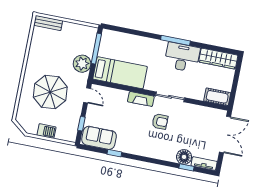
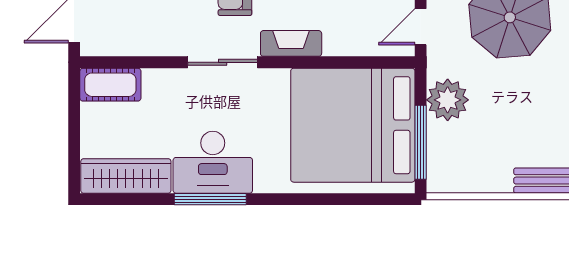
window: (175, 40) -> (210, 199), moved
bed: (120, 73) -> (353, 125), width x2.04
door: (87, 95) -> (421, 27), hinge flipped

